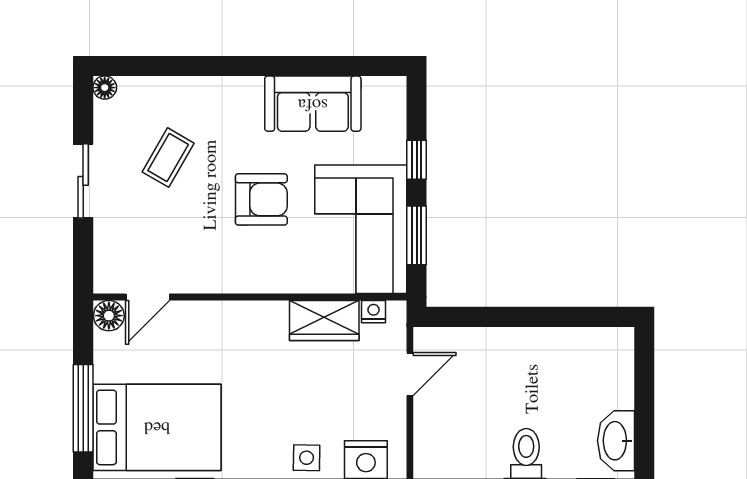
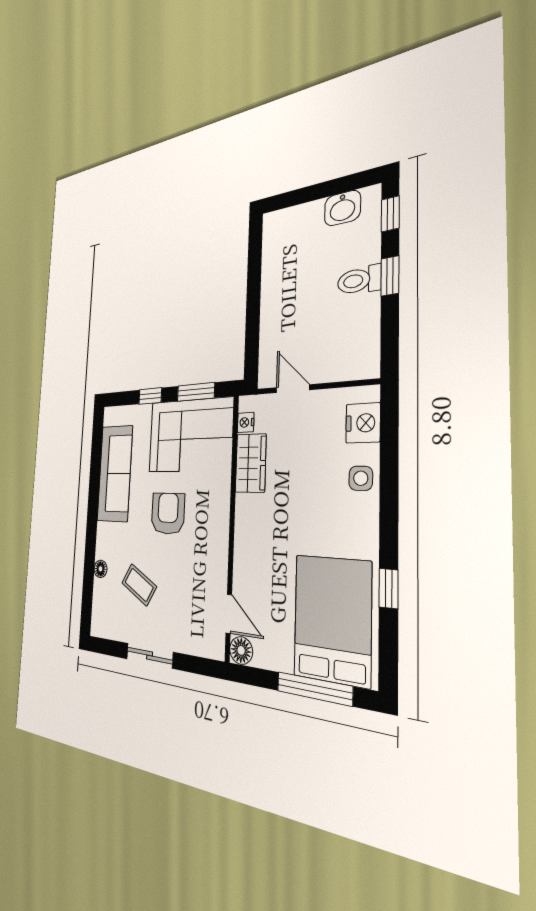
floor lamp: (105, 88) -> (100, 569), moved
sofa: (313, 104) -> (115, 473), width x1.36
washbasin: (616, 441) -> (342, 208), width x0.72

